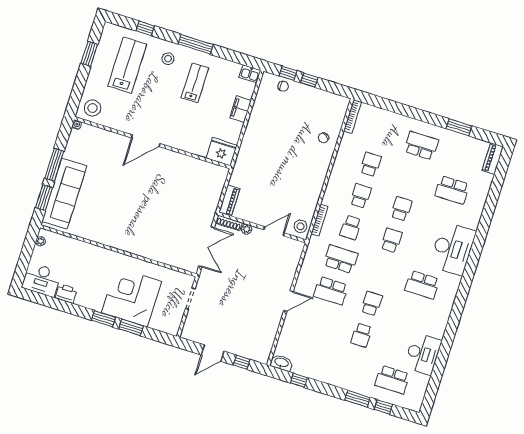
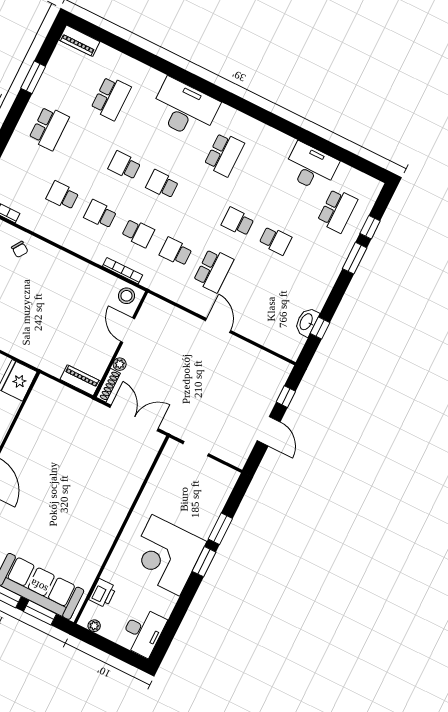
school desk: (421, 146) -> (49, 128), turned 180
school desk: (341, 259) -> (176, 252), width x0.54
printer: (66, 294) -> (103, 593), moved, turned 180
corner desk: (131, 297) -> (166, 555), moved
washbasin: (281, 363) -> (307, 322), moved

